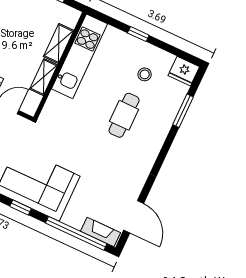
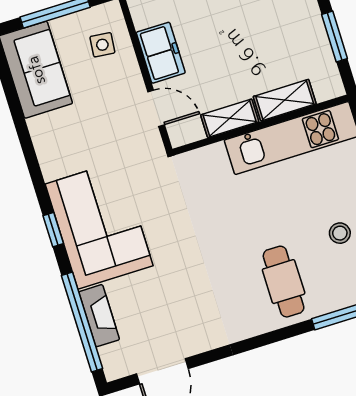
cafe table: (124, 115) -> (284, 282), moved, turned 90
fireplace: (100, 232) -> (99, 316), moved

